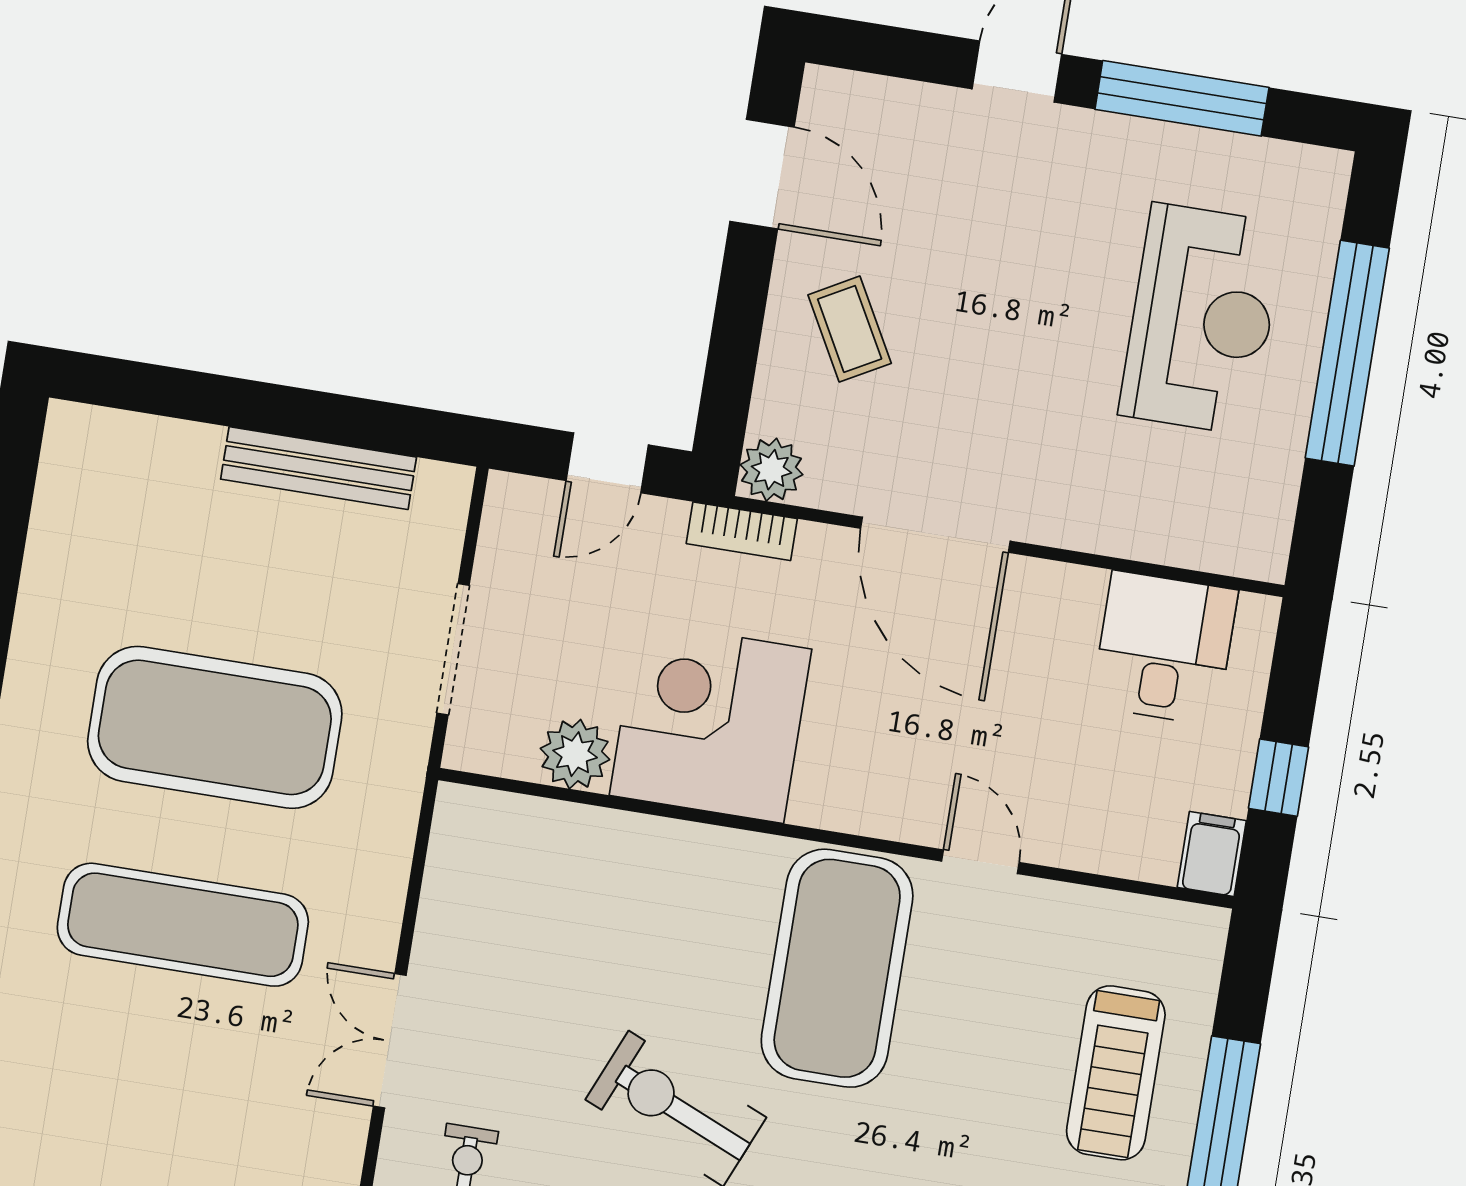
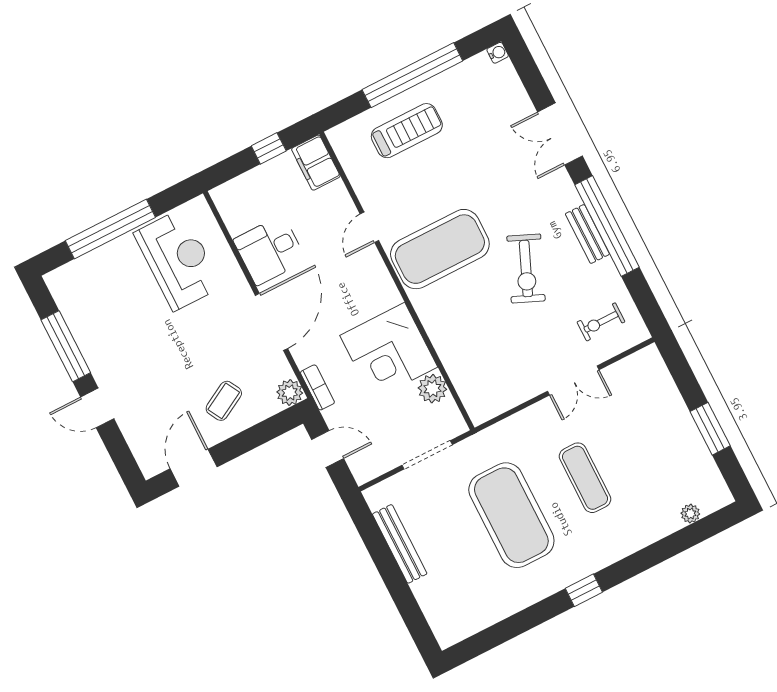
reception desk: (1202, 319) -> (178, 260), moved, turned 90
desk: (1164, 648) -> (270, 250), moved
filing cabinet: (1212, 854) -> (316, 163), width x2.00
exercise mat: (183, 925) -> (585, 478), width x0.73, depth x0.69

